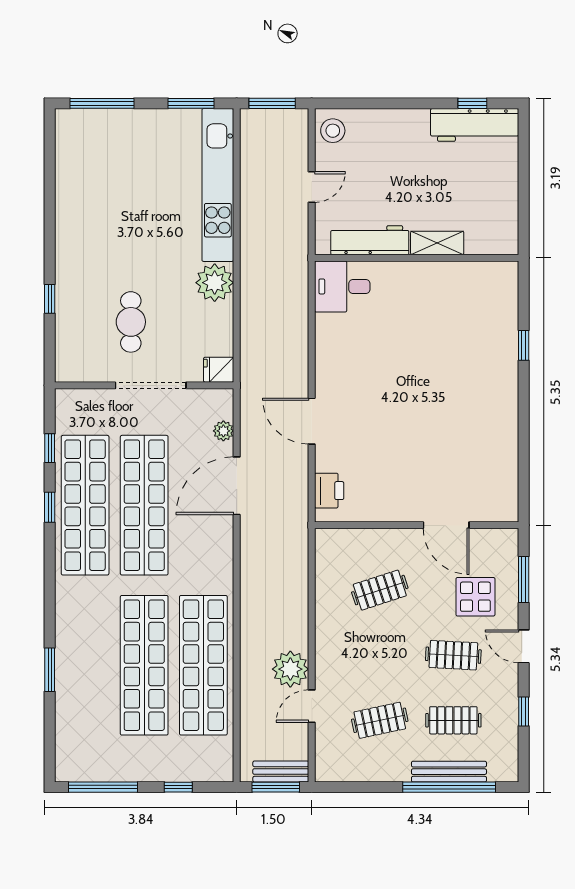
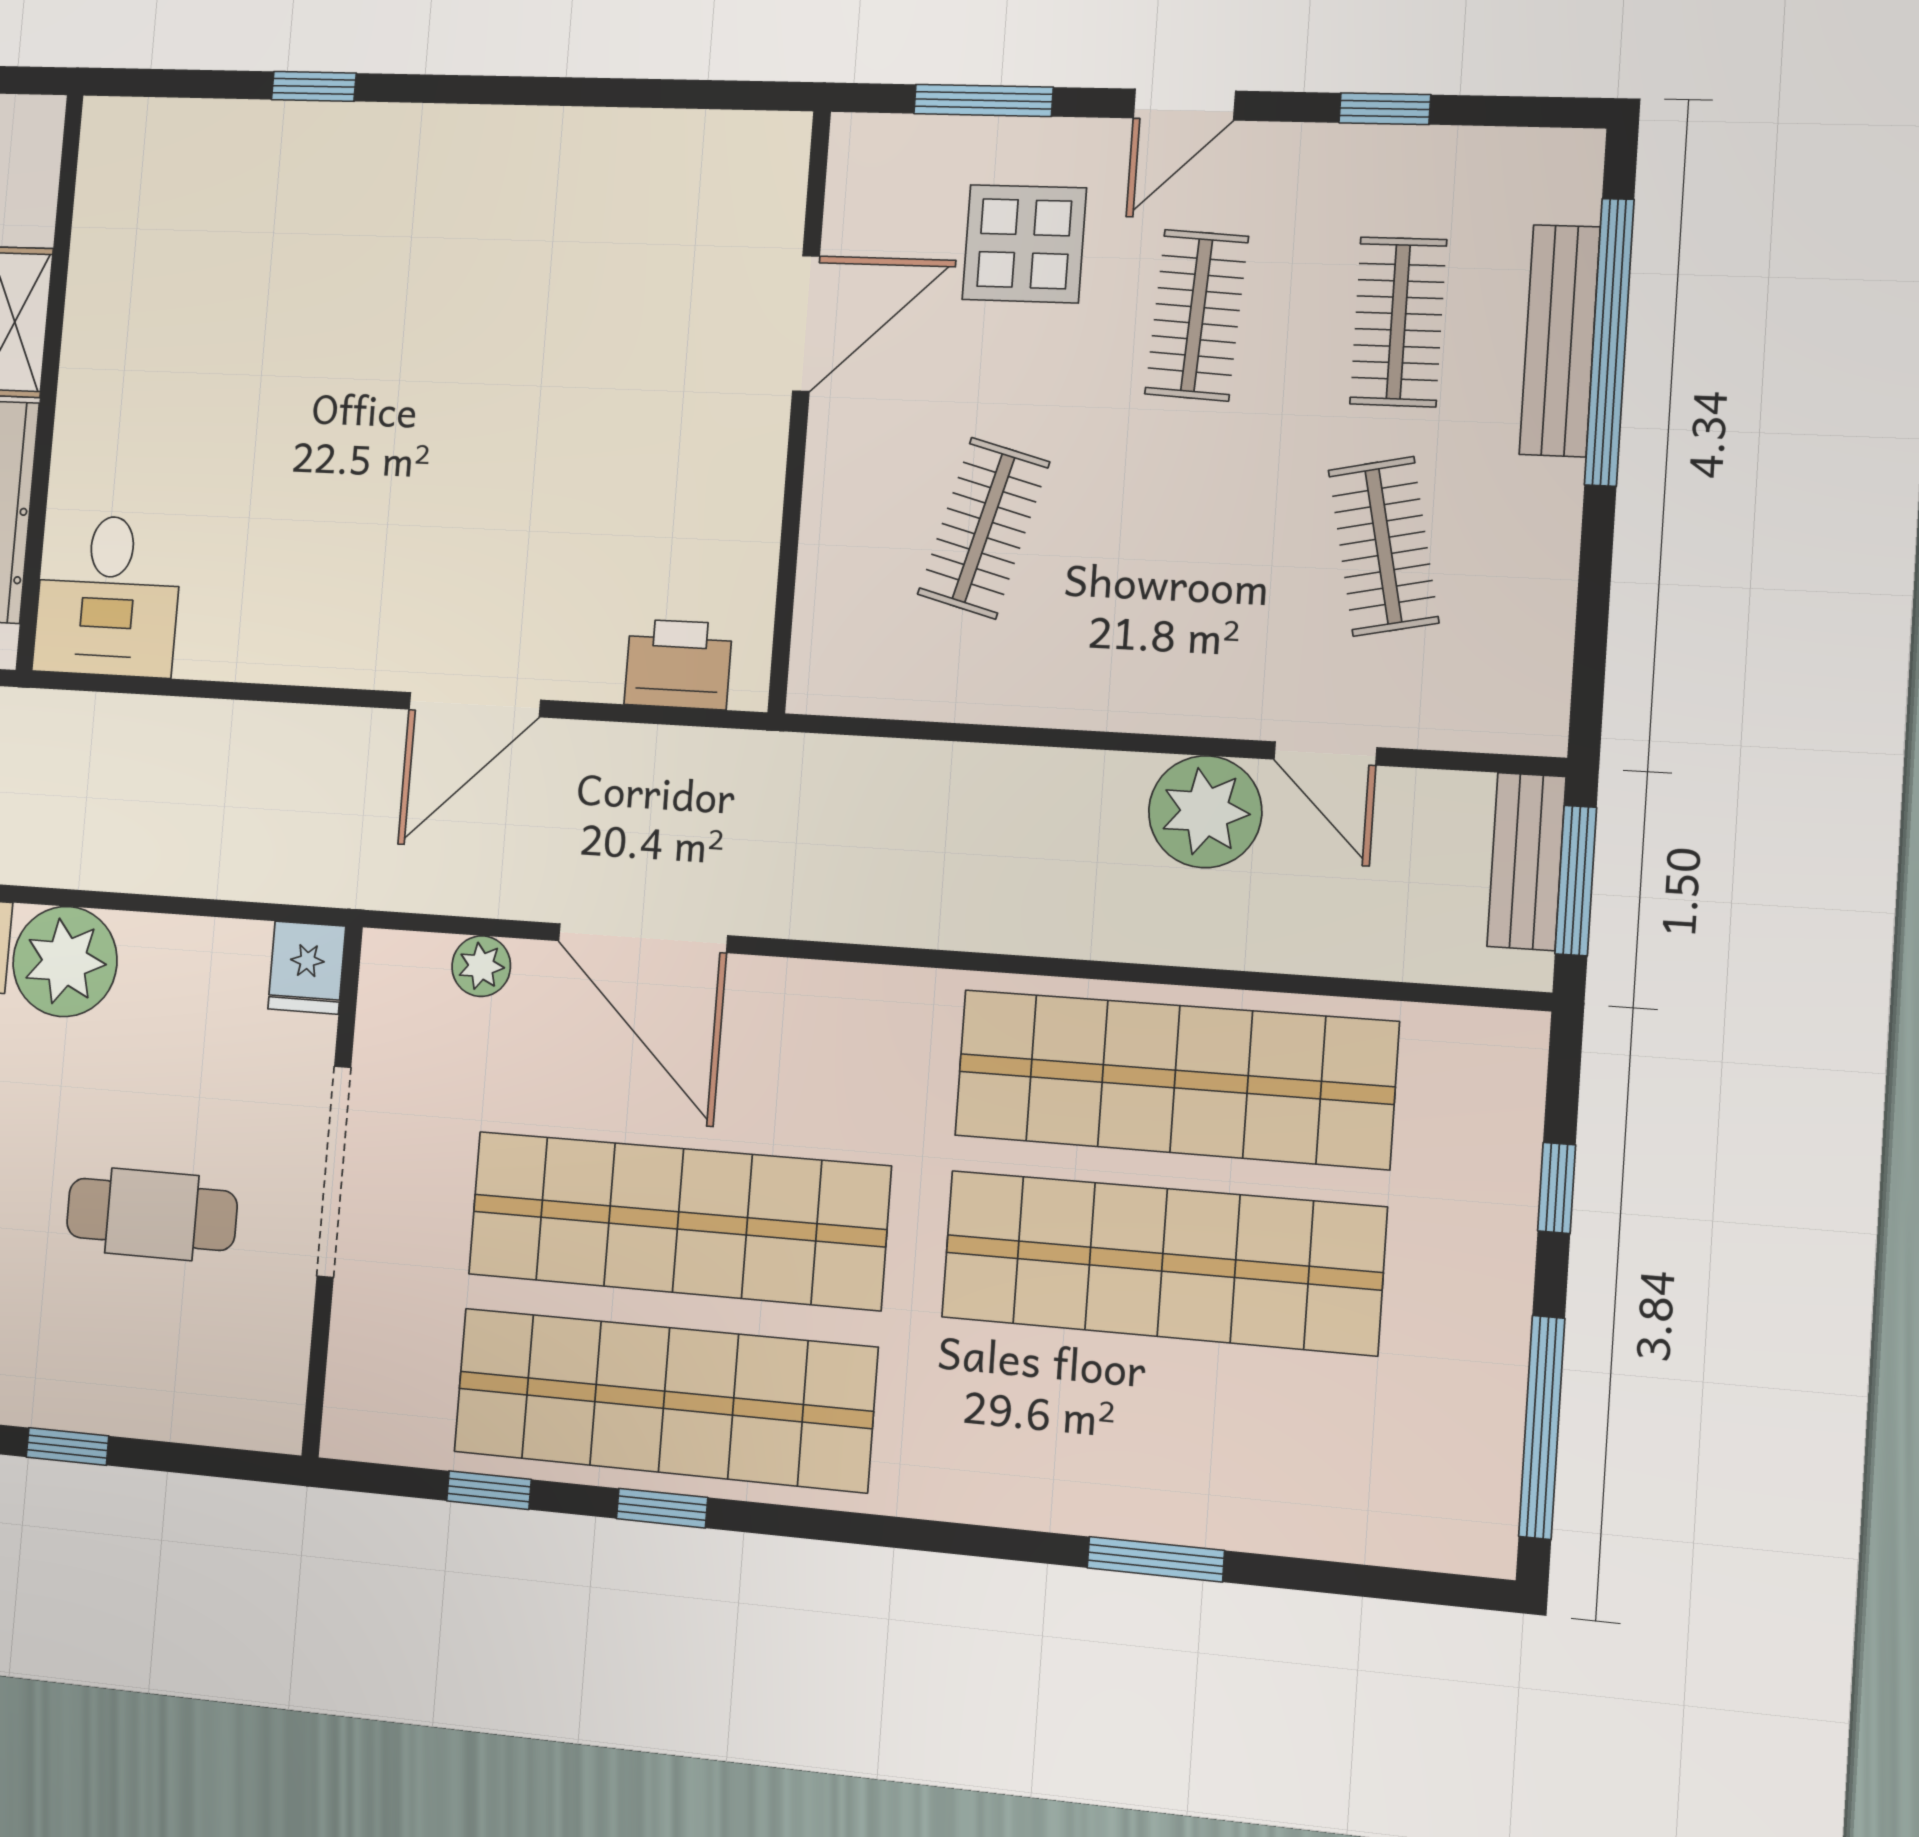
clothes rail: (380, 590) -> (984, 528), turned 33

